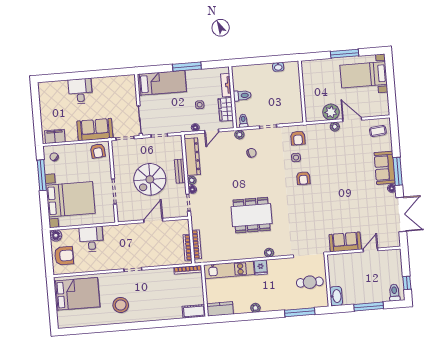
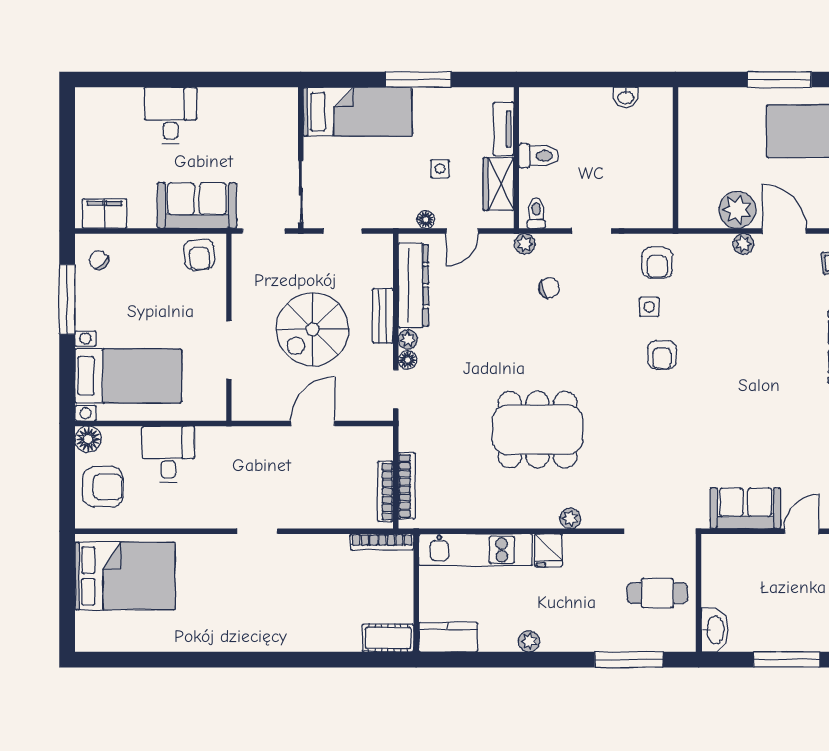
bed with nightstands: (70, 199) -> (128, 376), width x0.73
stool: (121, 305) -> (223, 610), removed

